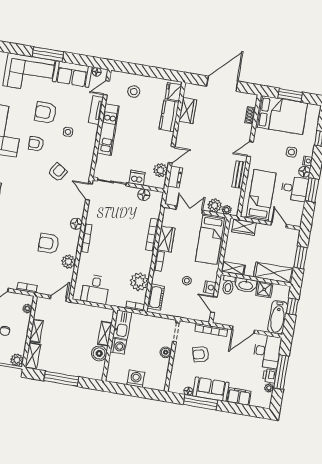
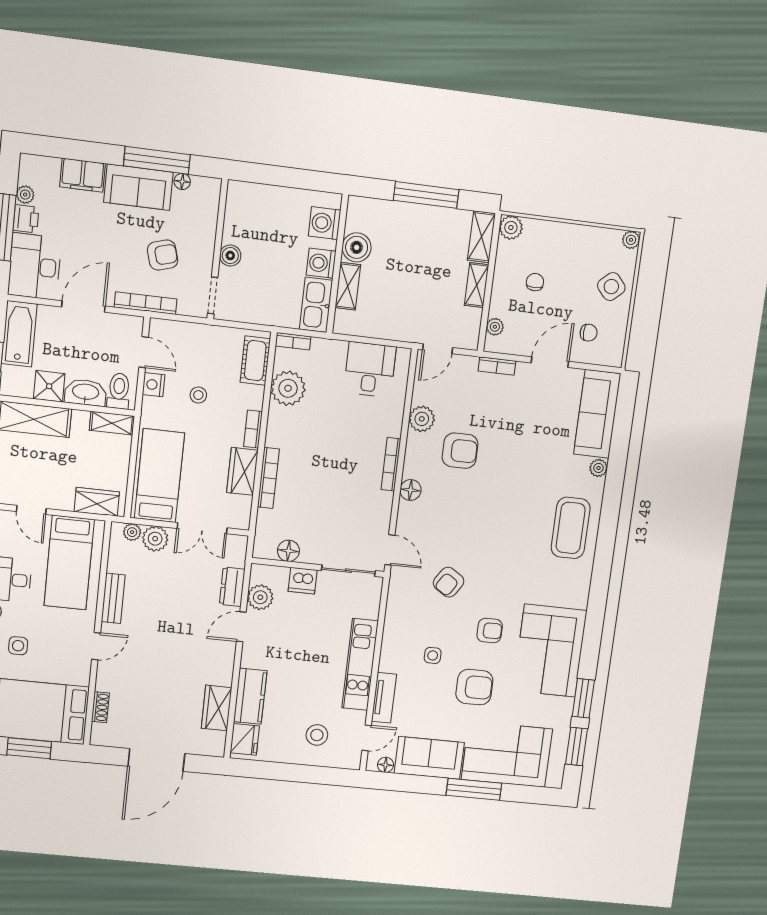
washing machine: (136, 379) -> (325, 223), moved, turned 90

